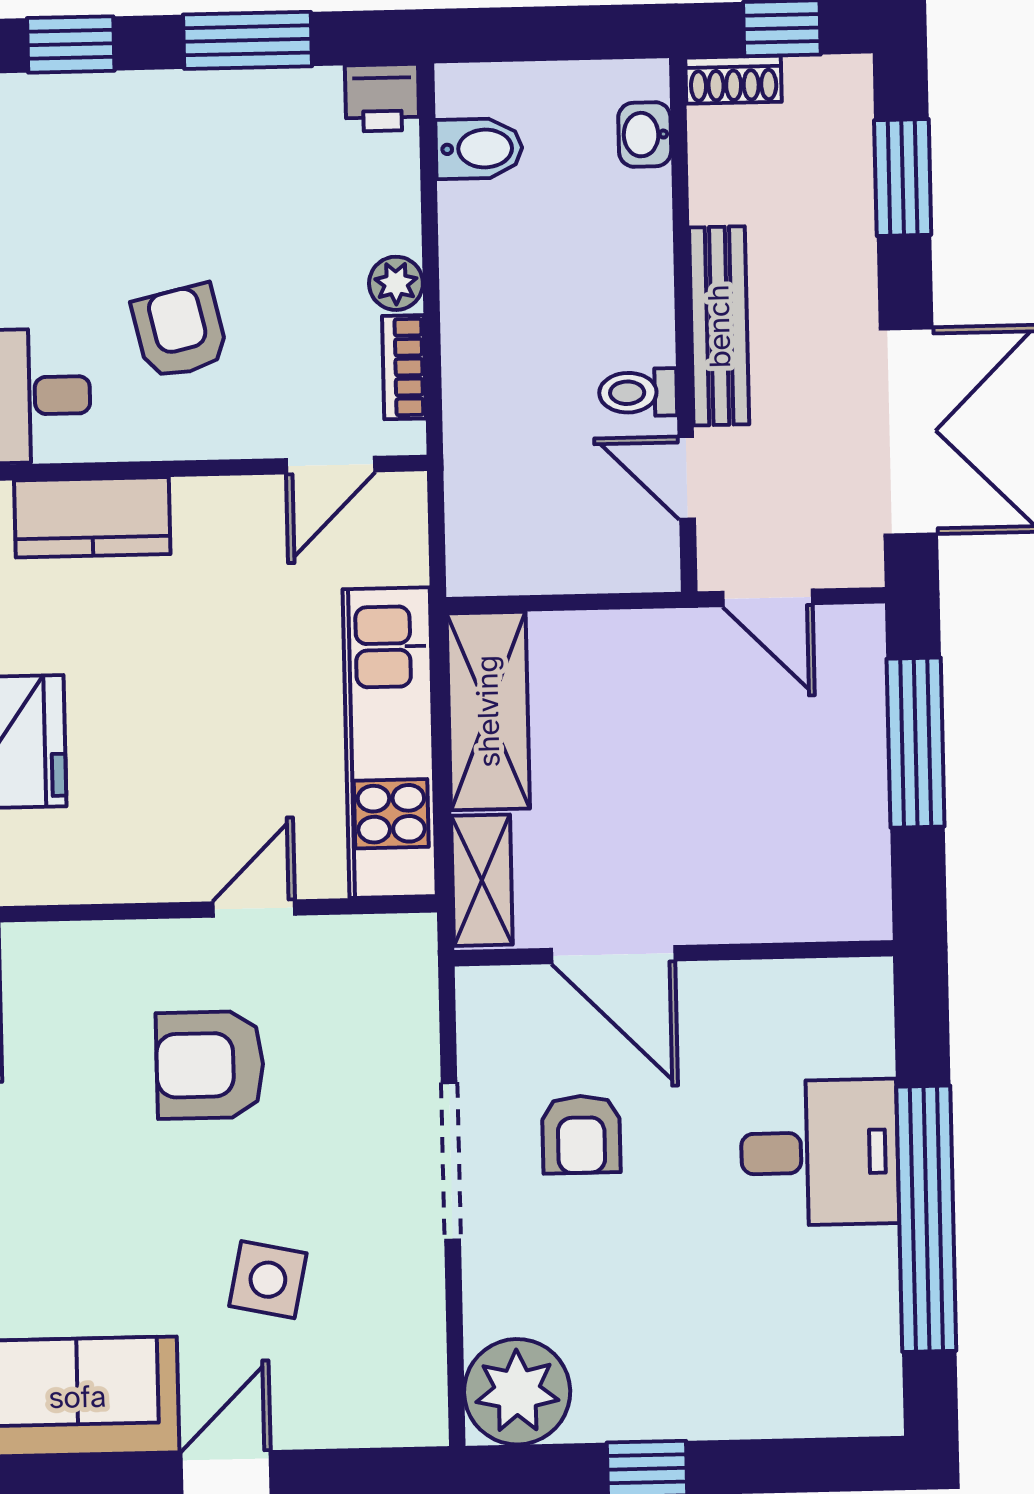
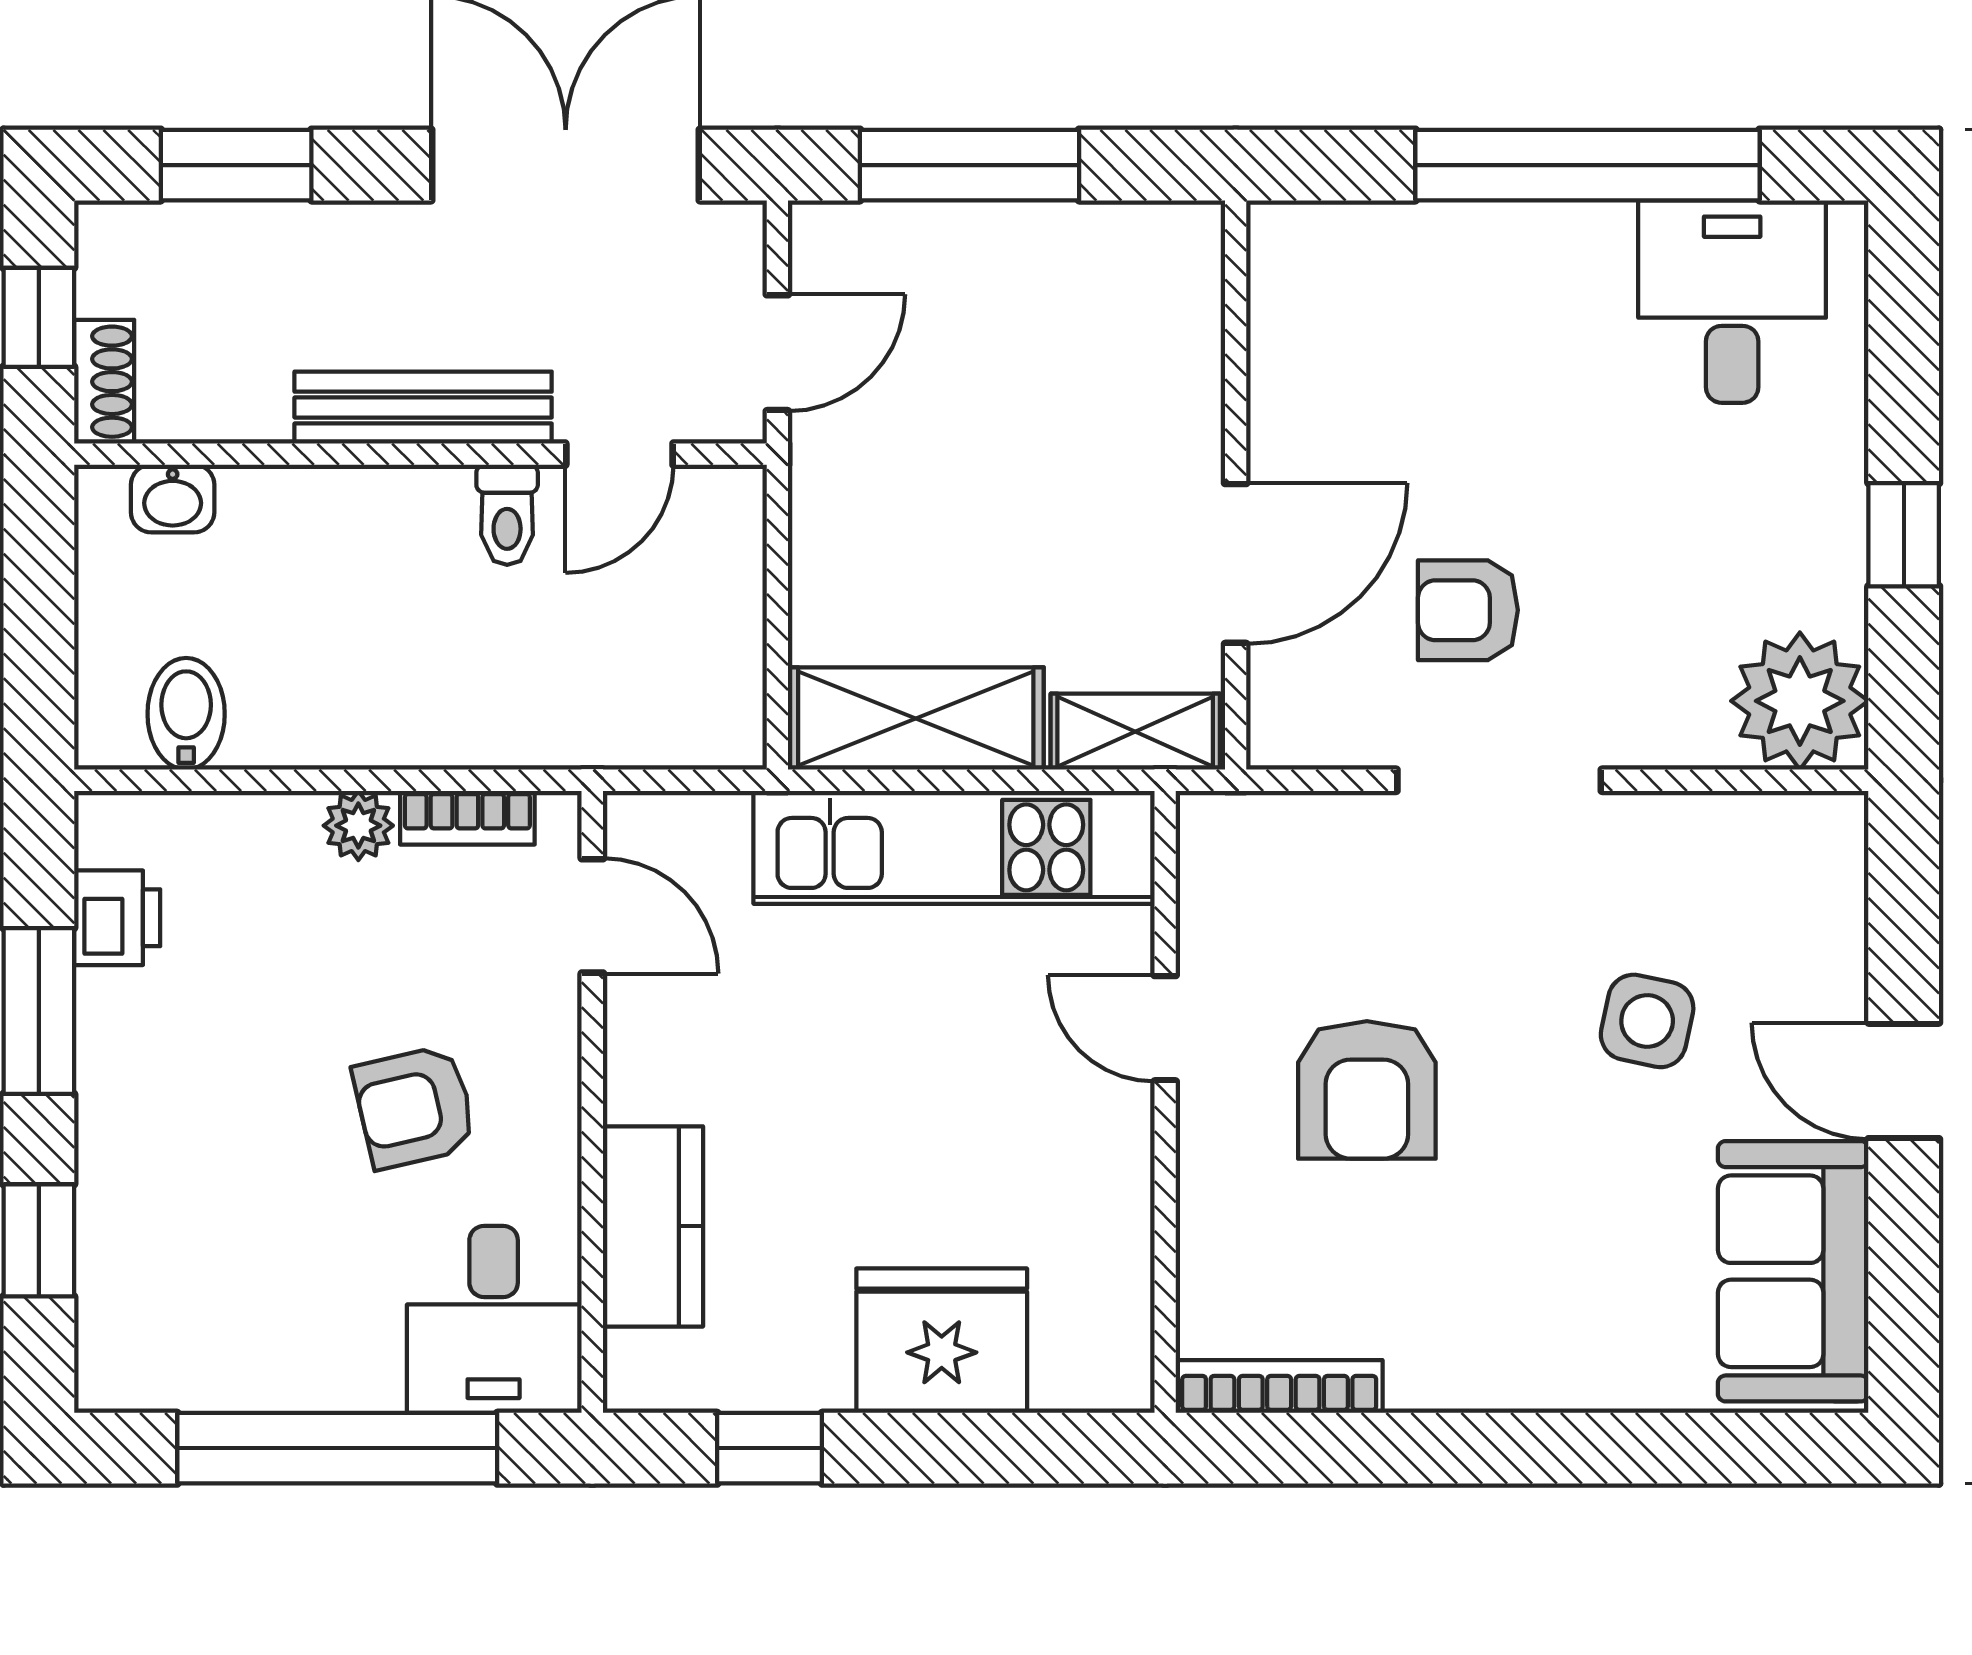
printer: (382, 98) -> (117, 918), moved
armchair: (581, 1134) -> (1468, 610), turned 180
desk: (820, 1153) -> (1732, 302), moved

